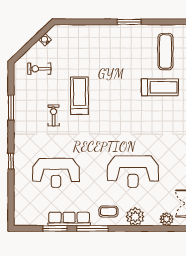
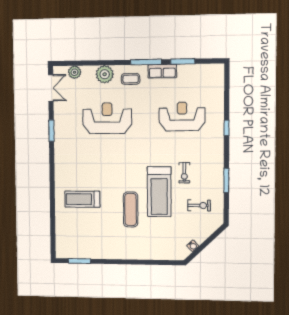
window: (129, 22) -> (79, 261), moved
exercise mat: (165, 52) -> (131, 209), moved
exercise bike: (39, 69) -> (199, 205), moved
treadmill: (79, 96) -> (159, 192), width x1.37, depth x1.38
row of seats: (69, 219) -> (162, 71), width x0.68

